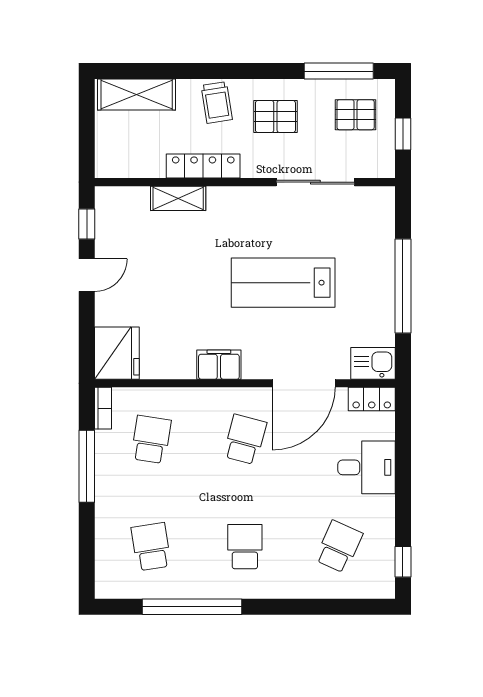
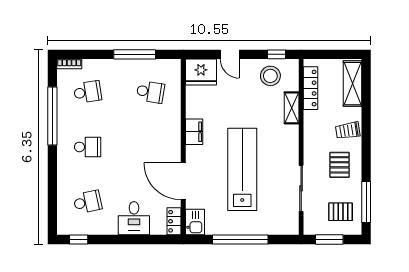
pallet: (356, 115) -> (341, 212), turned 90
window: (403, 134) -> (329, 240), width x1.50
locker: (203, 166) -> (311, 88), moved
stool: (124, 235) -> (270, 76), added
door: (87, 275) -> (230, 54), moved
lab bench: (283, 283) -> (242, 169), width x1.36
bookcase: (103, 408) -> (69, 64), moved
school desk: (245, 439) -> (150, 147), removed
school desk: (339, 547) -> (88, 202), turned -36

